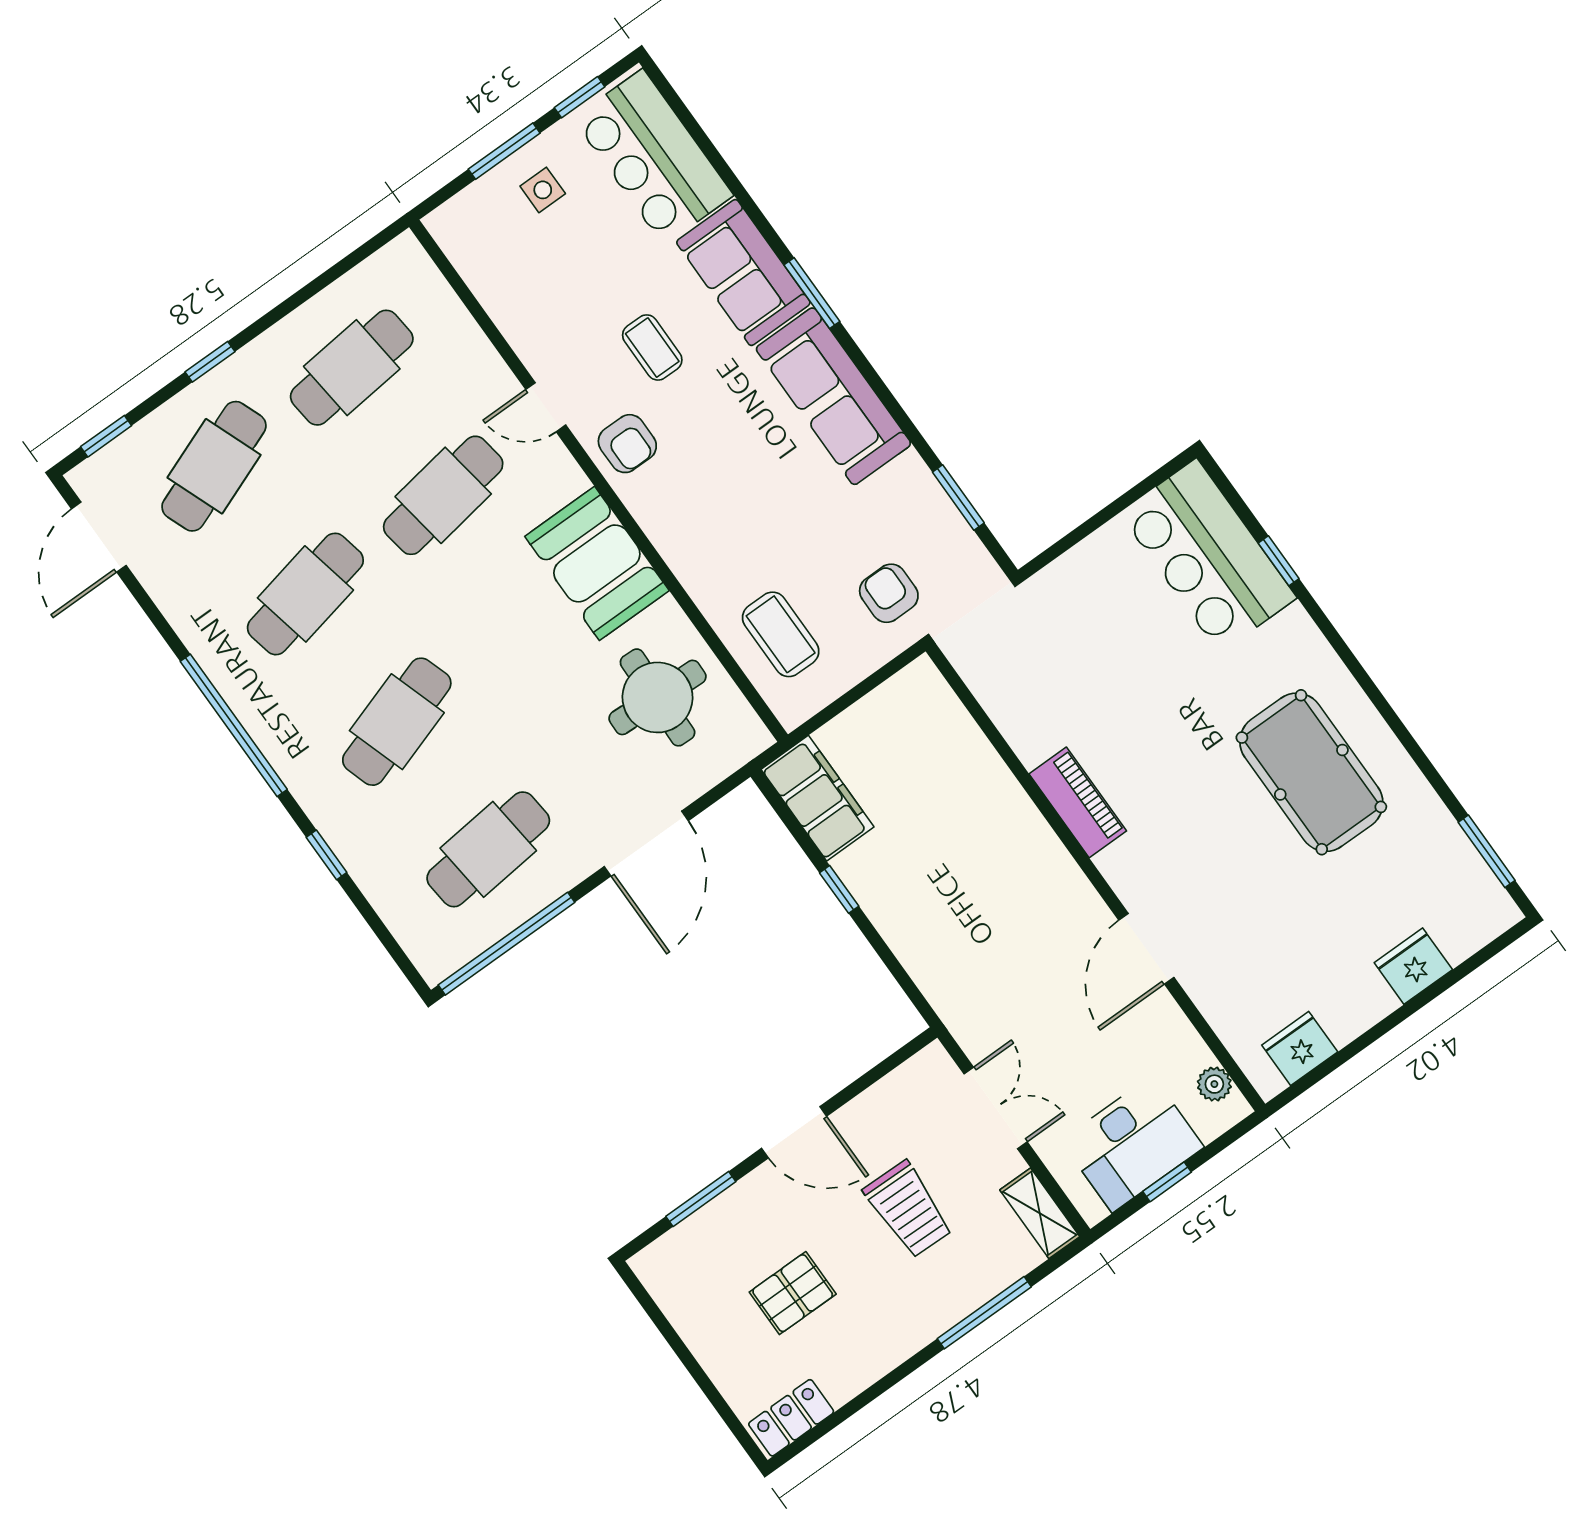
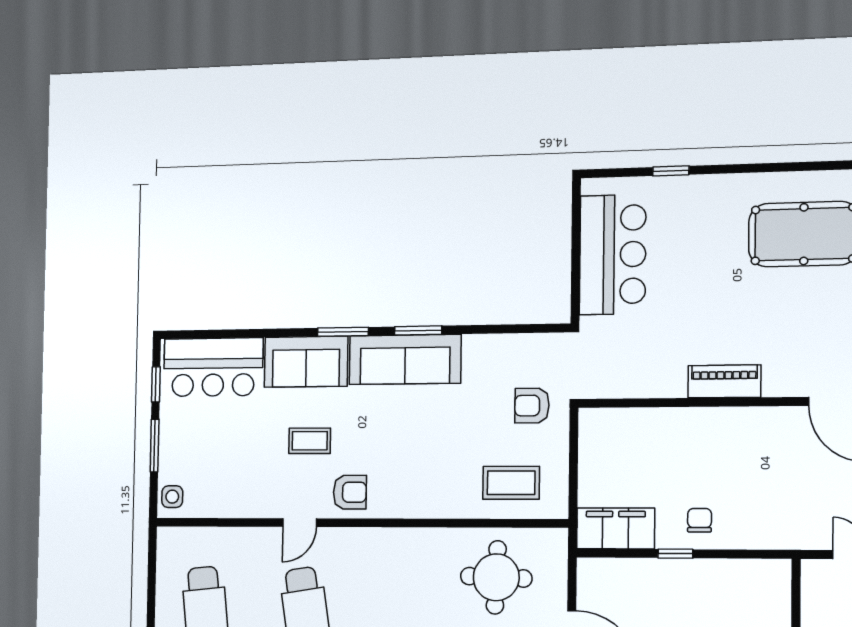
side table: (543, 190) -> (172, 497), moved
window: (958, 498) -> (418, 330), moved
bar counter: (1208, 556) -> (613, 255), moved, turned -90
booth: (597, 563) -> (401, 557), removed
chair: (898, 890) -> (699, 520), added

